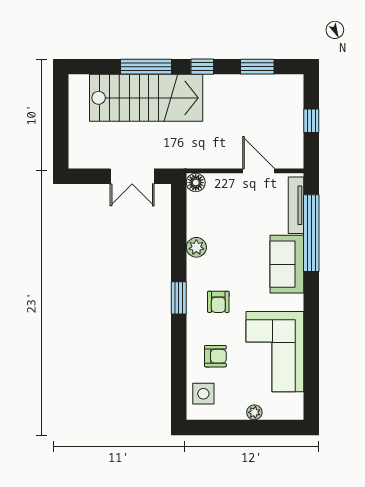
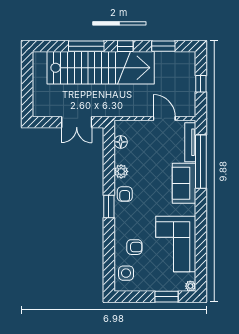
stairs: (146, 98) -> (101, 68), width x1.36
floor lamp: (196, 183) -> (121, 142), moved
armchair: (218, 302) -> (125, 194), moved
plant: (254, 412) -> (190, 286), moved
window: (262, 428) -> (167, 297), added

